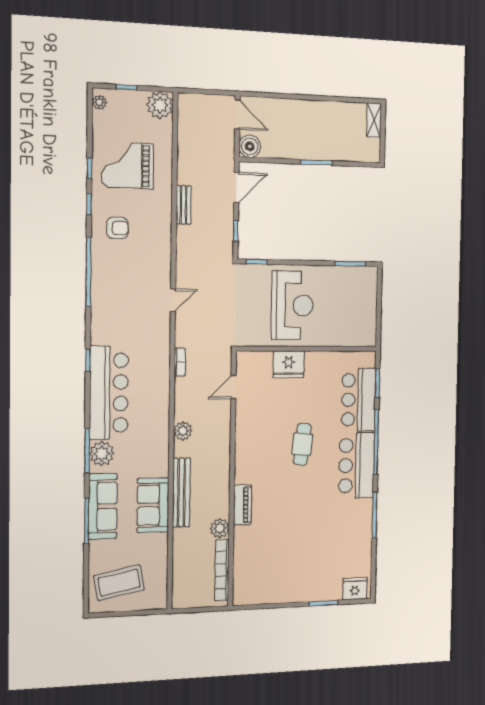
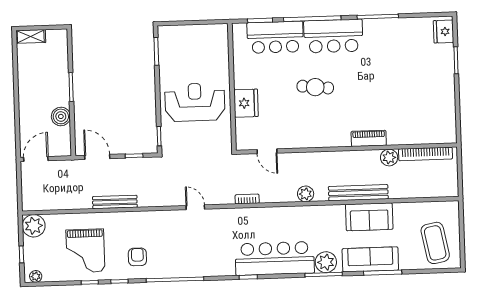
boiler: (250, 146) -> (61, 116), moved
bench: (183, 205) -> (115, 202), width x1.36

